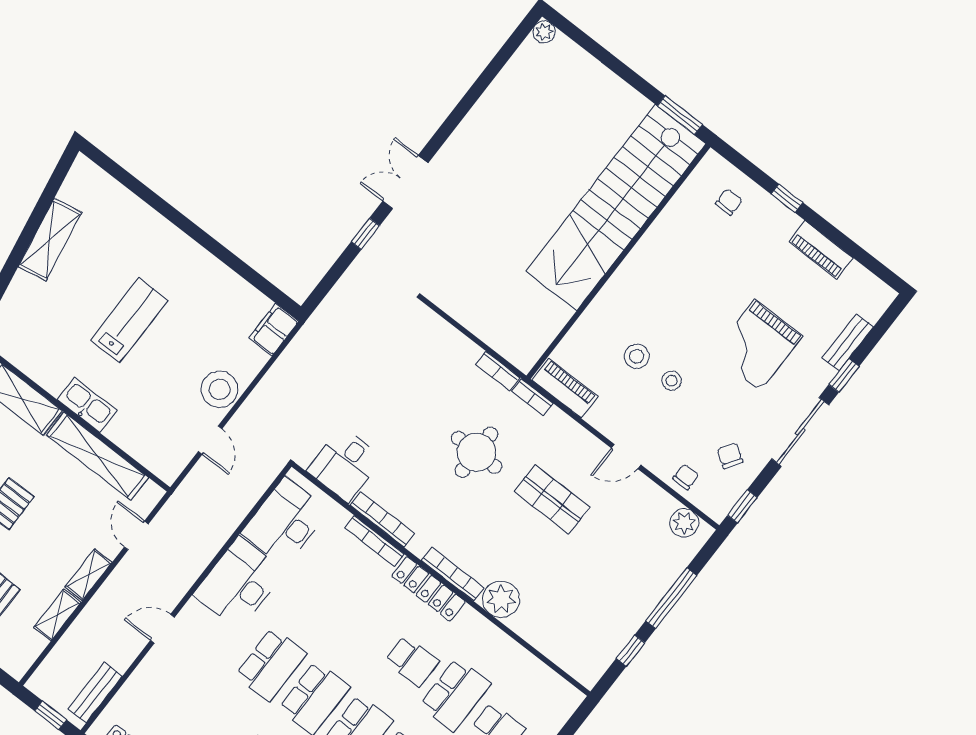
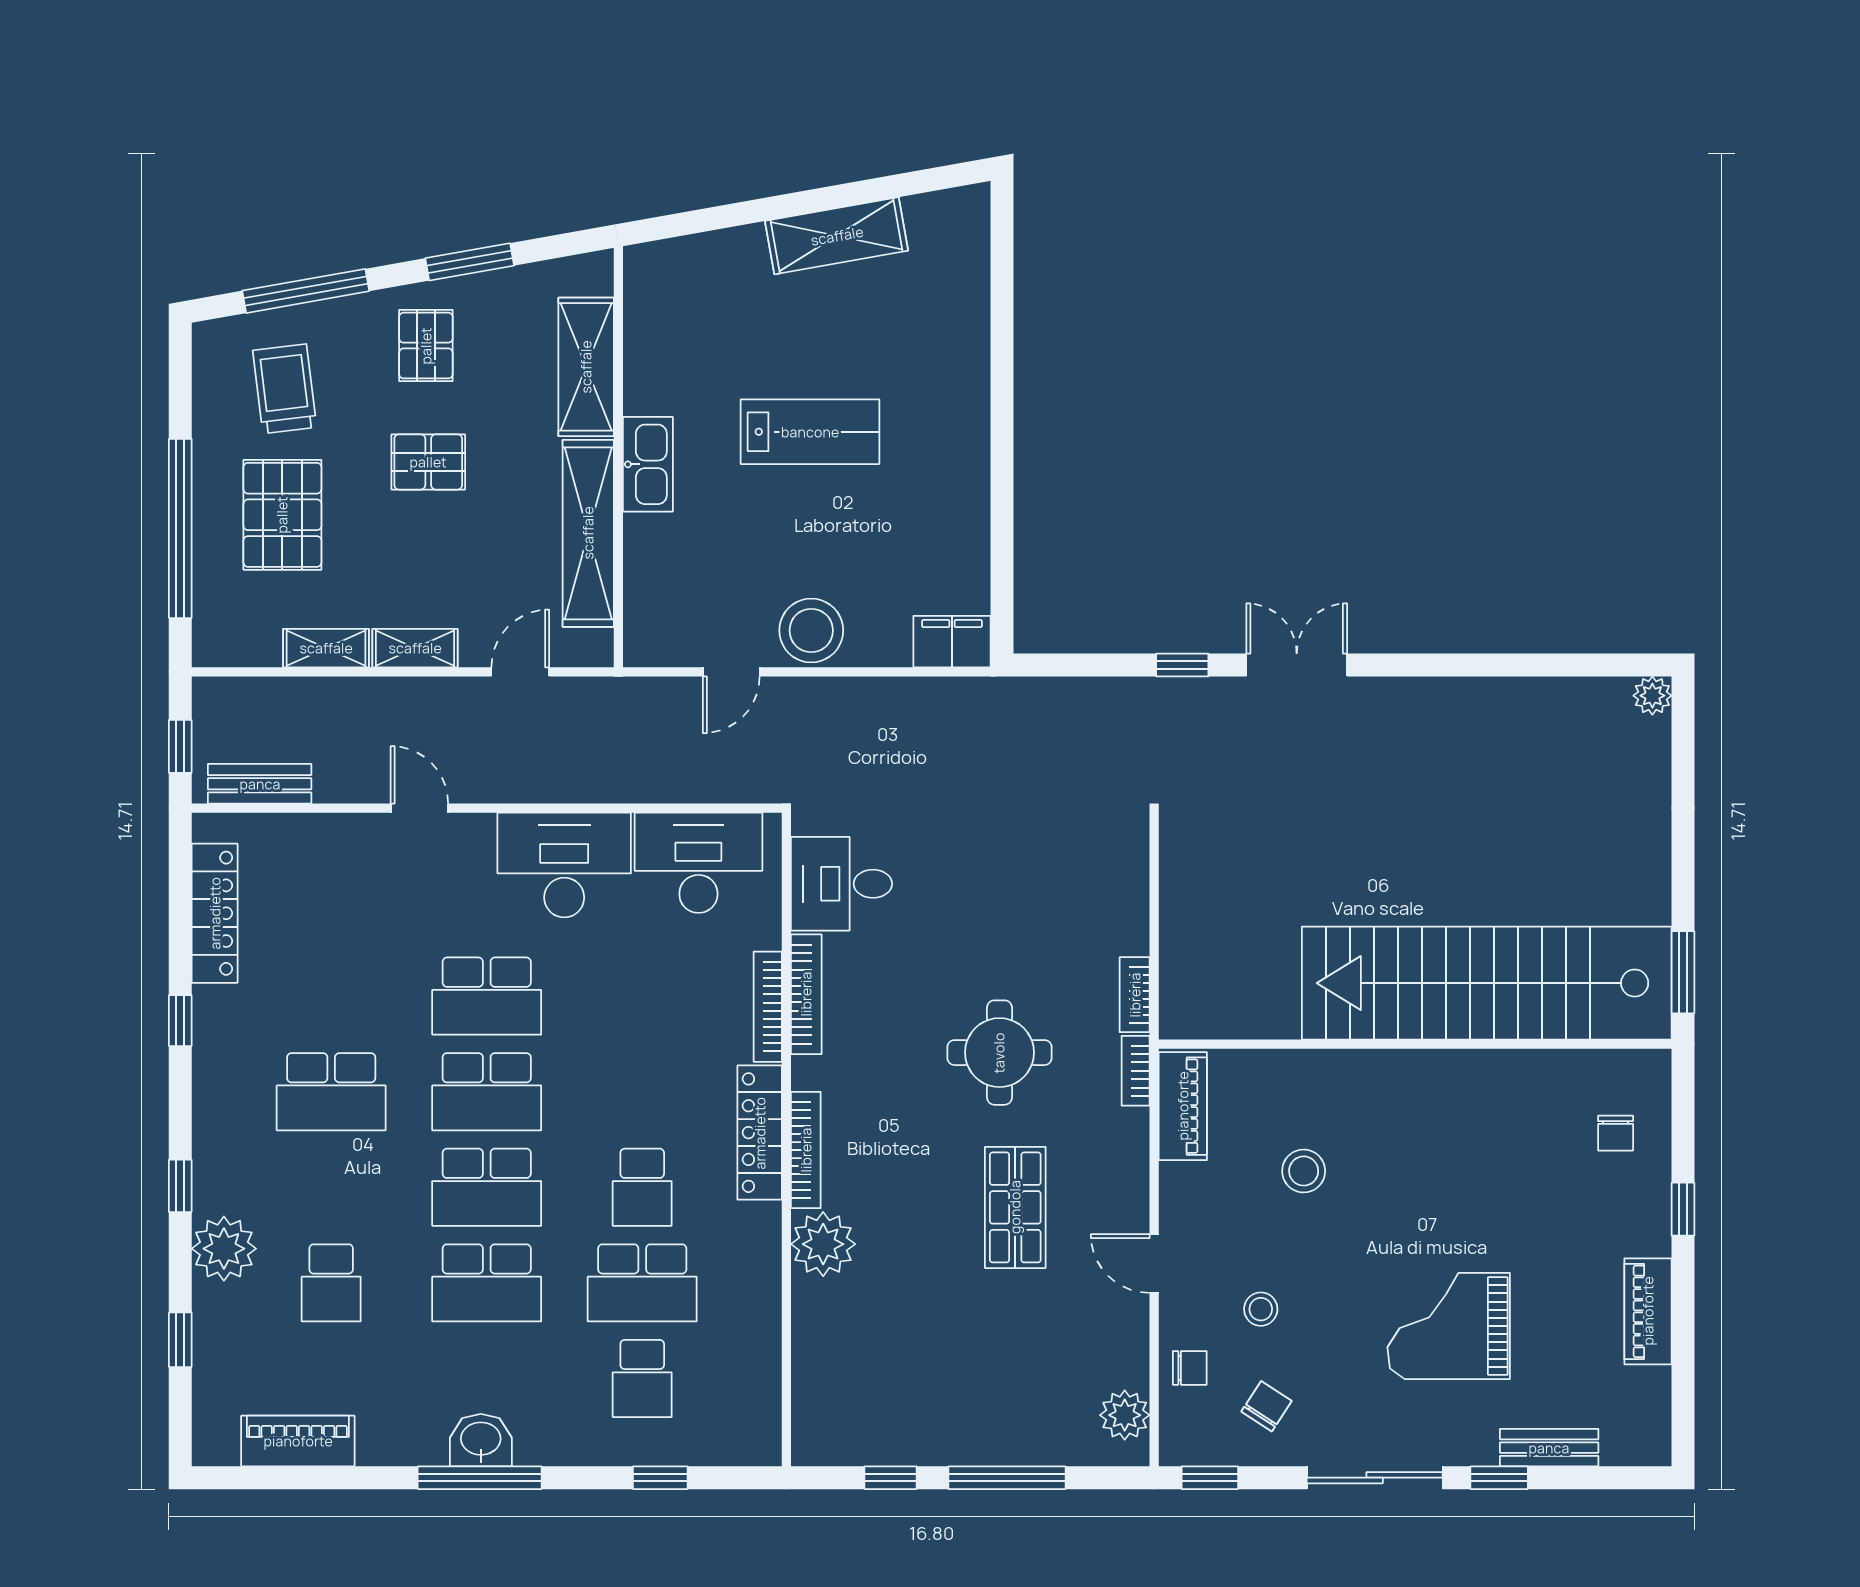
chair: (729, 202) -> (1616, 1133), turned 90
stool: (672, 381) -> (1261, 1309), moved

